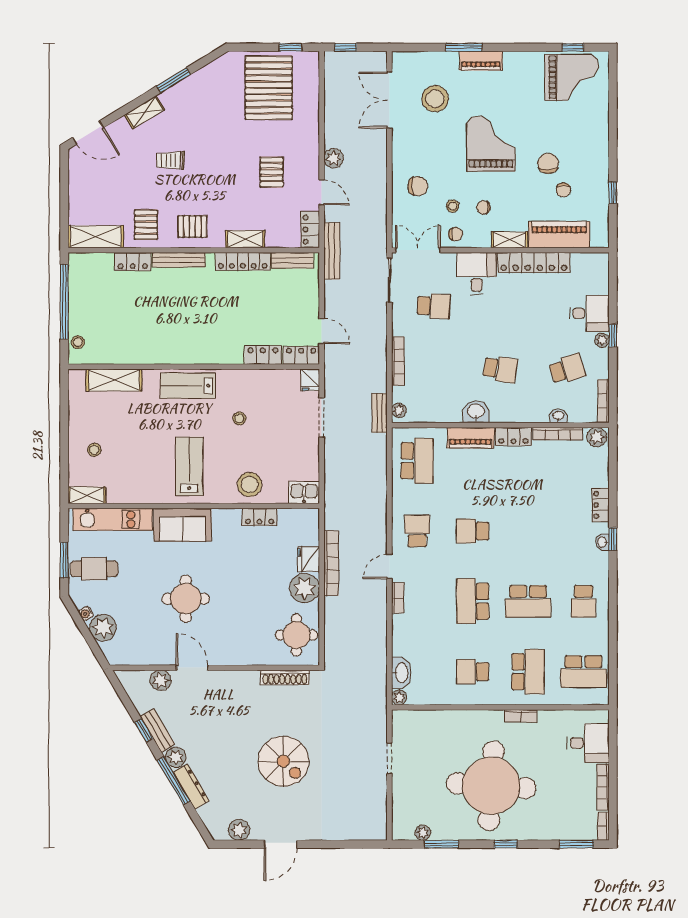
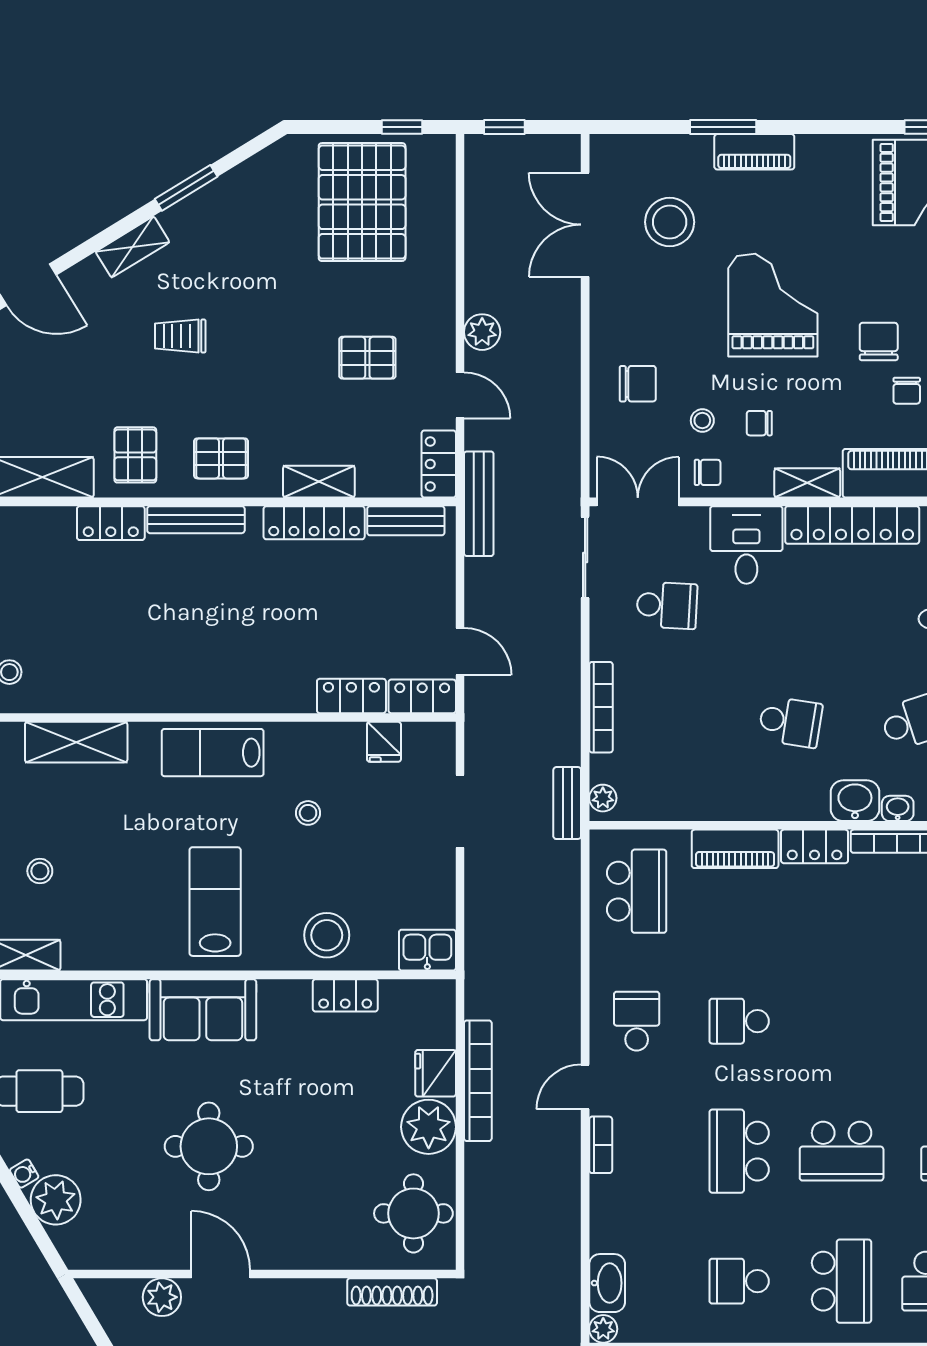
pallet: (272, 172) -> (367, 358), turned 90
fridge: (310, 380) -> (384, 742), moved
washbasin: (476, 412) -> (855, 801), moved

